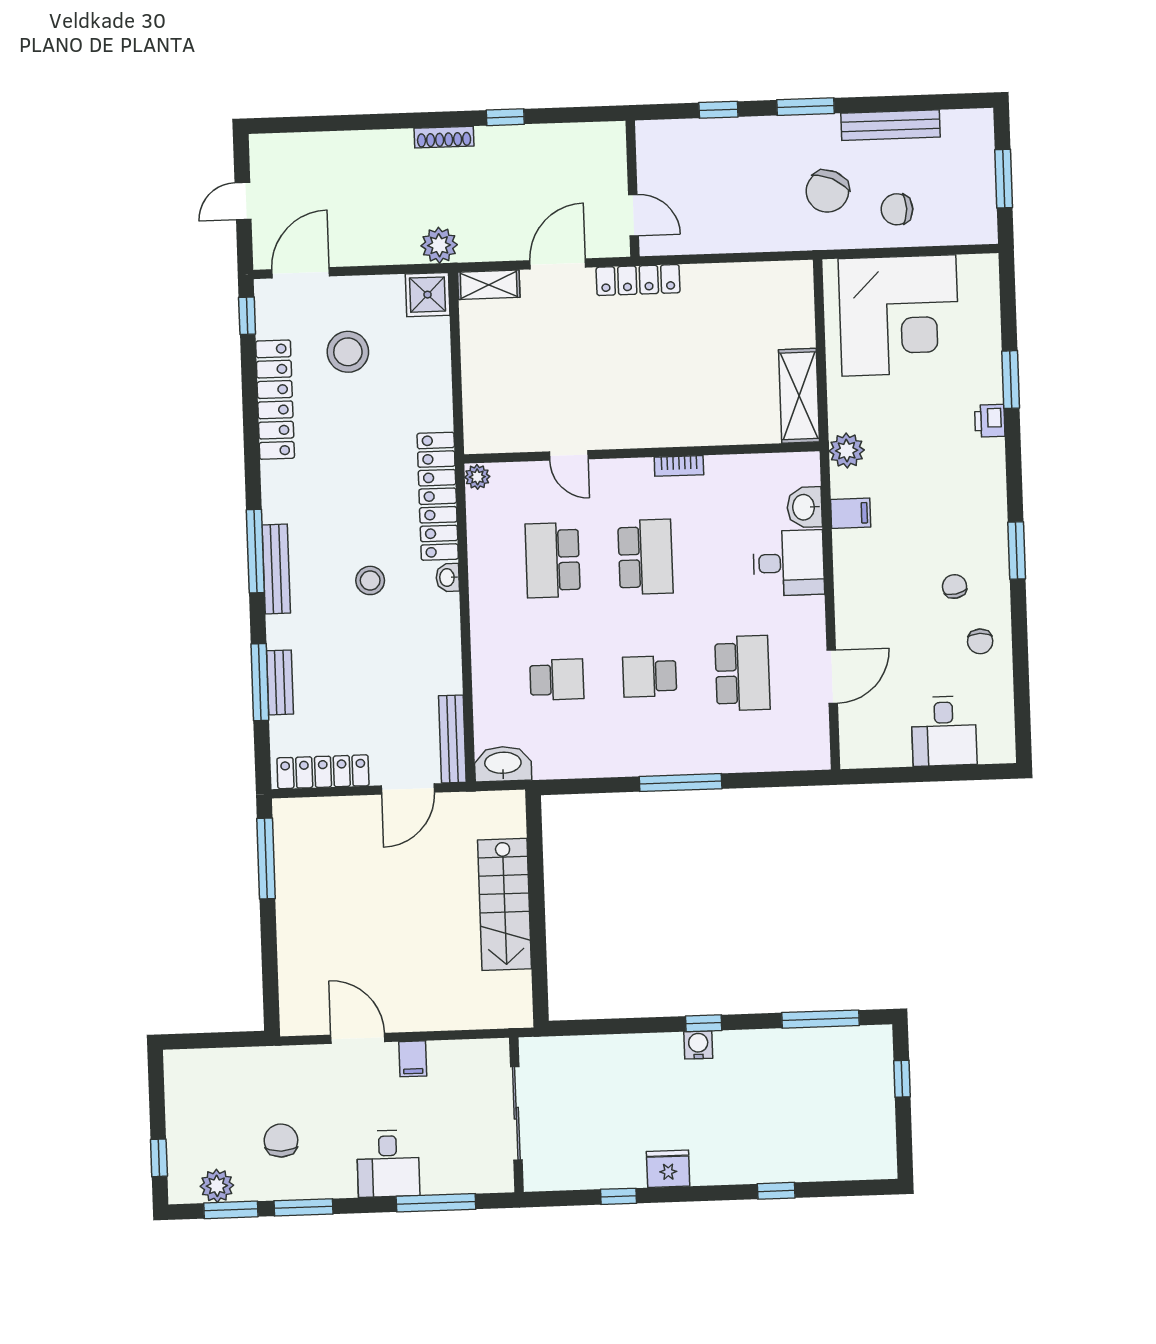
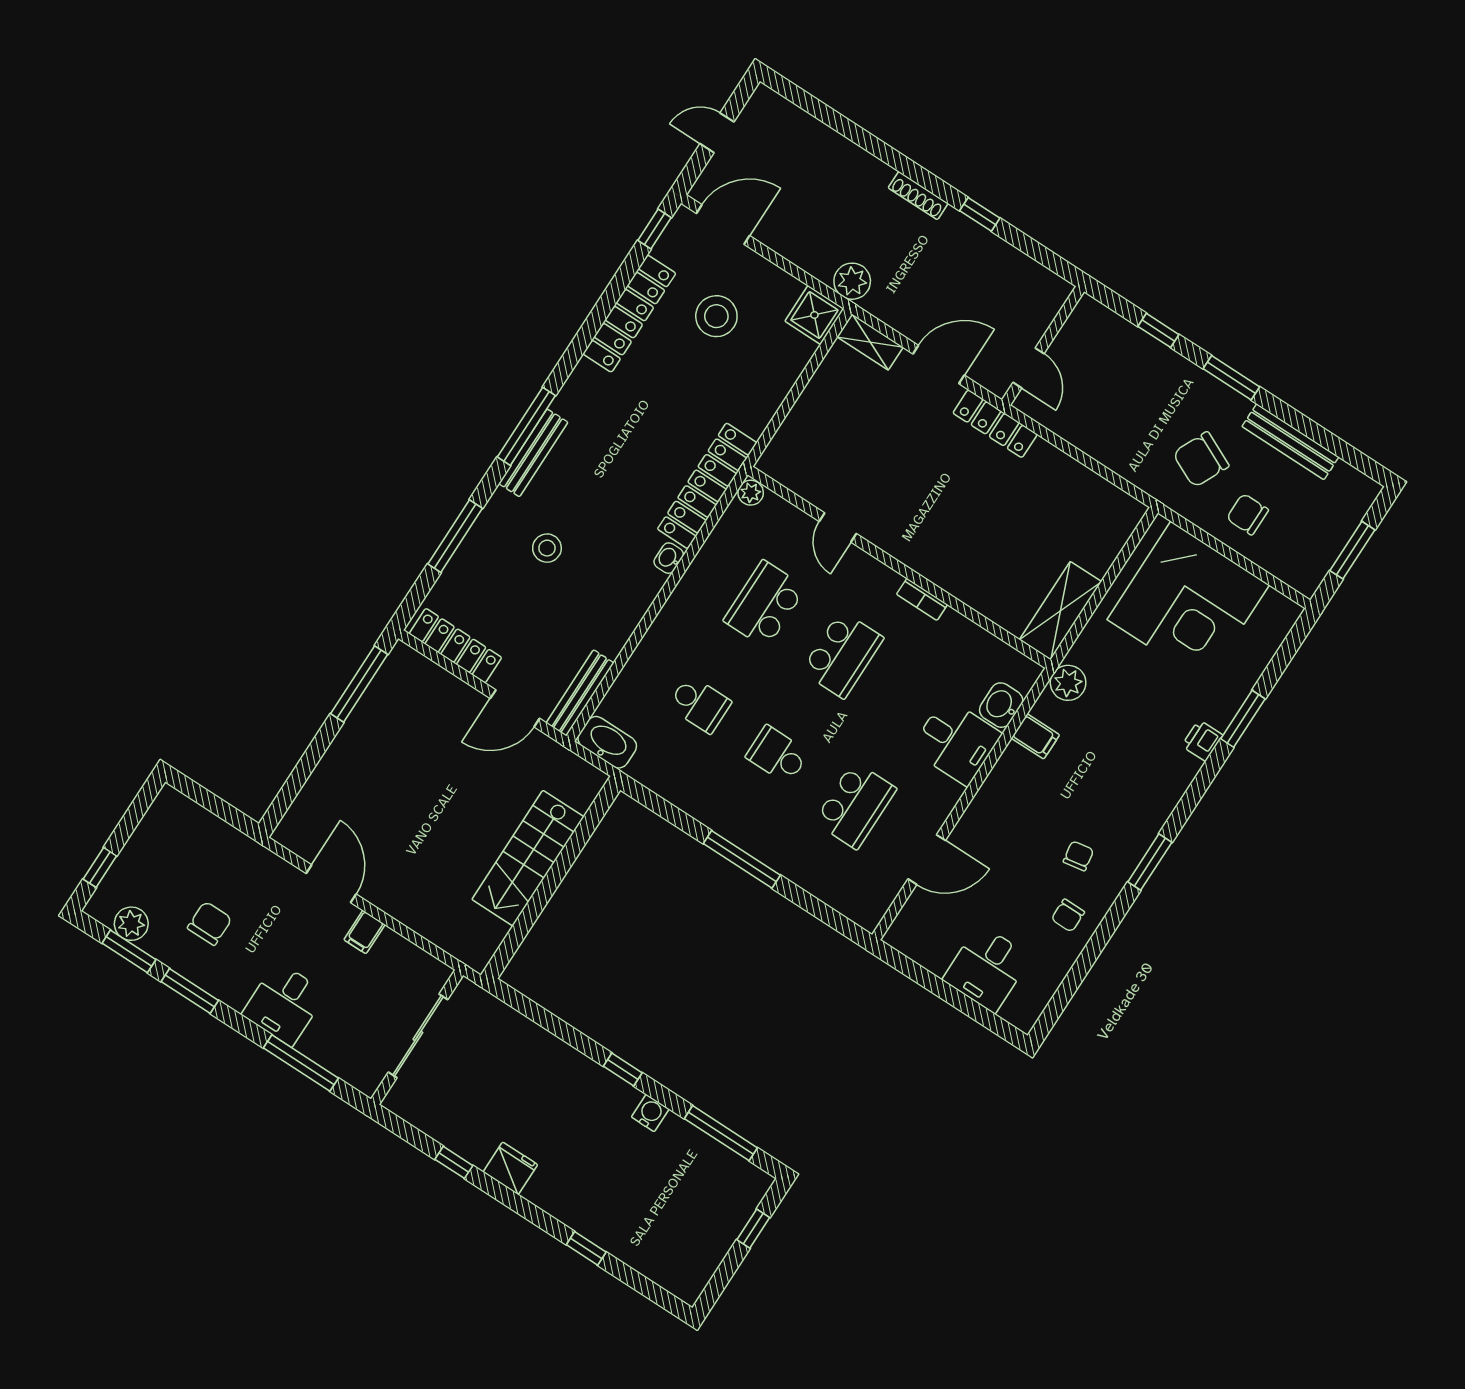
stool: (370, 580) -> (547, 548), moved
bench: (280, 682) -> (471, 548), removed
water cooler: (698, 1045) -> (650, 1113), moved

